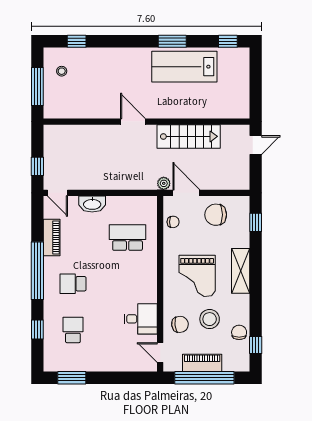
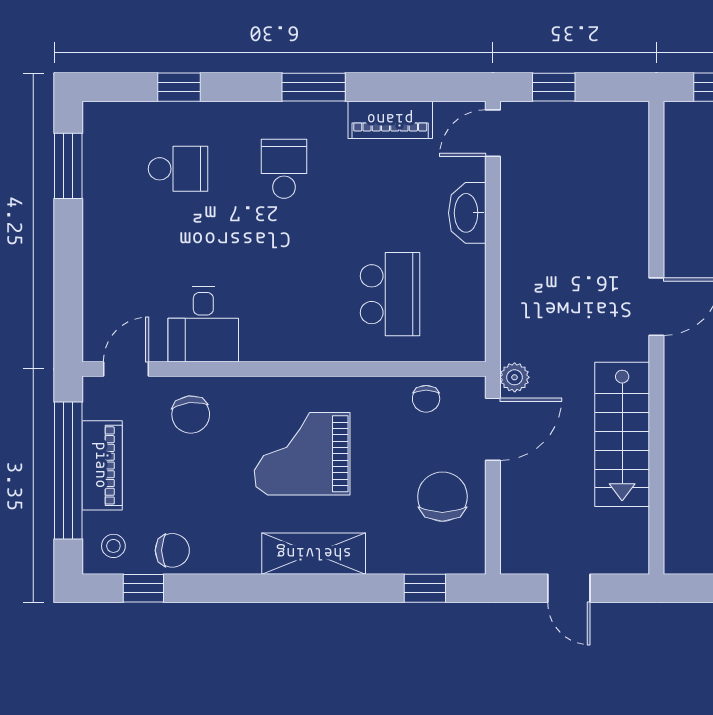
door: (256, 145) -> (569, 588), moved
window: (37, 271) -> (314, 87), width x0.47
stool: (210, 319) -> (113, 546), moved, width x0.53, depth x0.53

